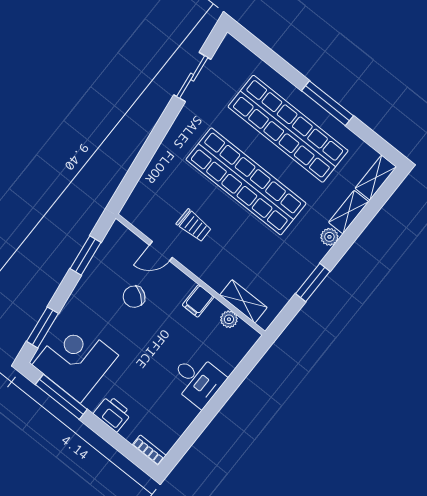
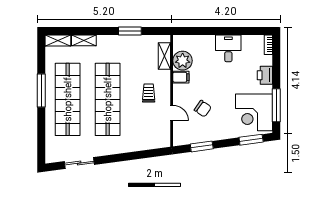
trolley: (194, 226) -> (149, 93), moved
plant: (329, 237) -> (103, 40), removed
plant: (229, 319) -> (183, 61), width x1.88, depth x1.88
desk: (197, 380) -> (228, 48), moved

